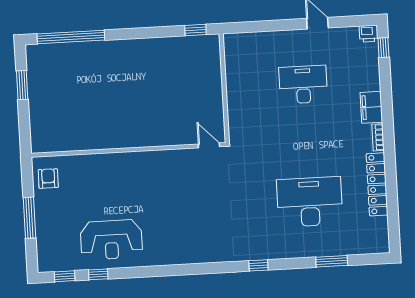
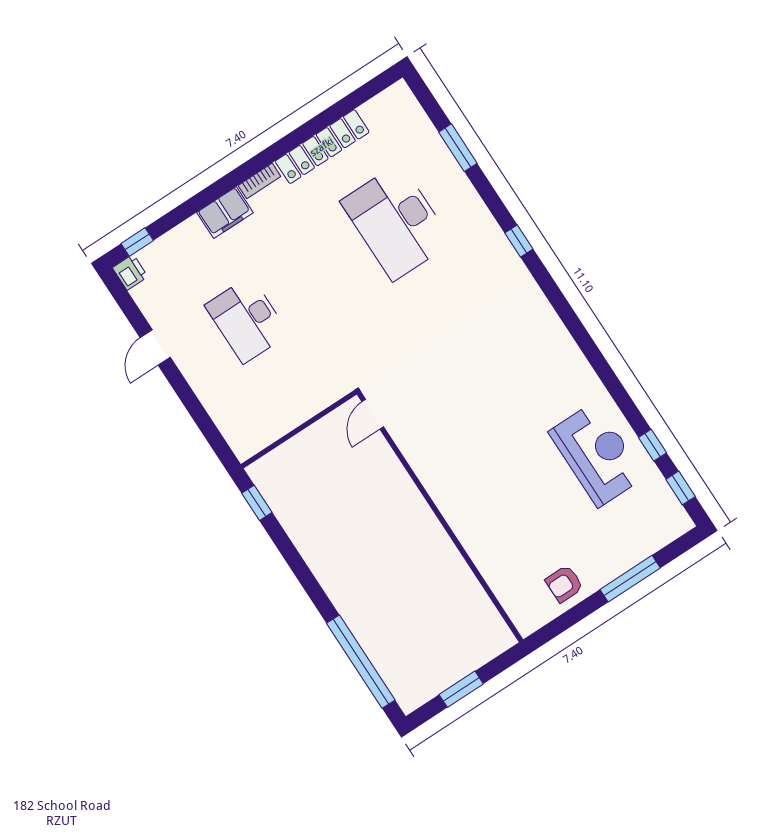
door: (209, 145) -> (373, 414), moved
wall: (128, 150) -> (440, 517), moved

